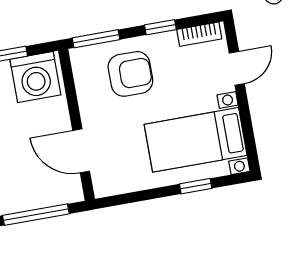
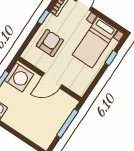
window: (96, 39) -> (26, 43), removed
door: (81, 151) -> (52, 81), moved

